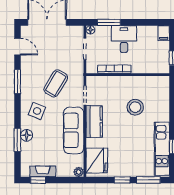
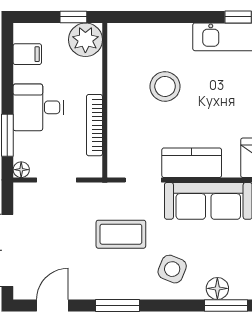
filing cabinet: (164, 33) -> (27, 54), moved
plant: (160, 64) -> (85, 40), added
coffee table: (56, 83) -> (121, 234), turned -31

